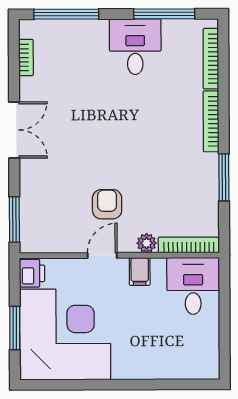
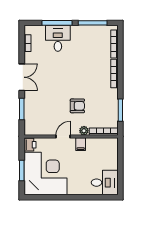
window: (66, 14) -> (57, 23), moved
desk: (135, 47) -> (58, 38), moved
window: (224, 177) -> (120, 110), moved
armchair: (107, 204) -> (77, 106), moved, turned 90
window: (14, 219) -> (22, 109), moved
desk: (193, 286) -> (105, 183), moved, turned 90

